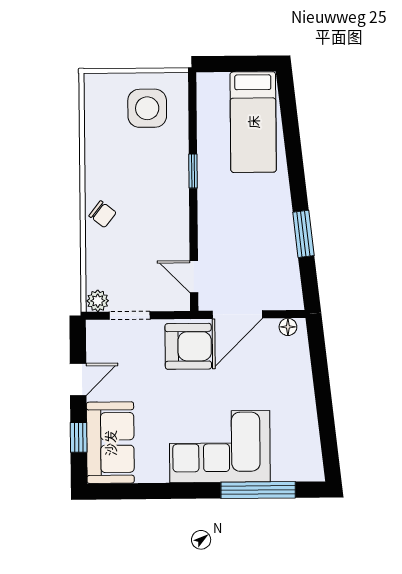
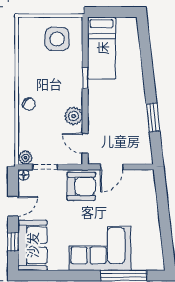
bed: (253, 122) -> (102, 48), moved
plant: (175, 233) -> (73, 116), added
door: (237, 315) -> (112, 167), width x0.73
floor lamp: (288, 327) -> (23, 175), moved

